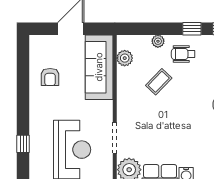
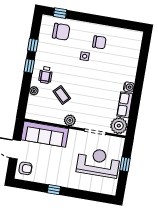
plant: (125, 58) -> (70, 120), moved
armchair: (50, 77) -> (25, 168), moved
window: (23, 144) -> (54, 190), moved

